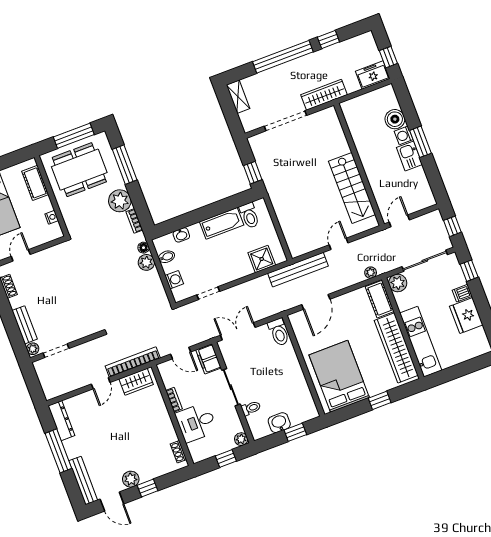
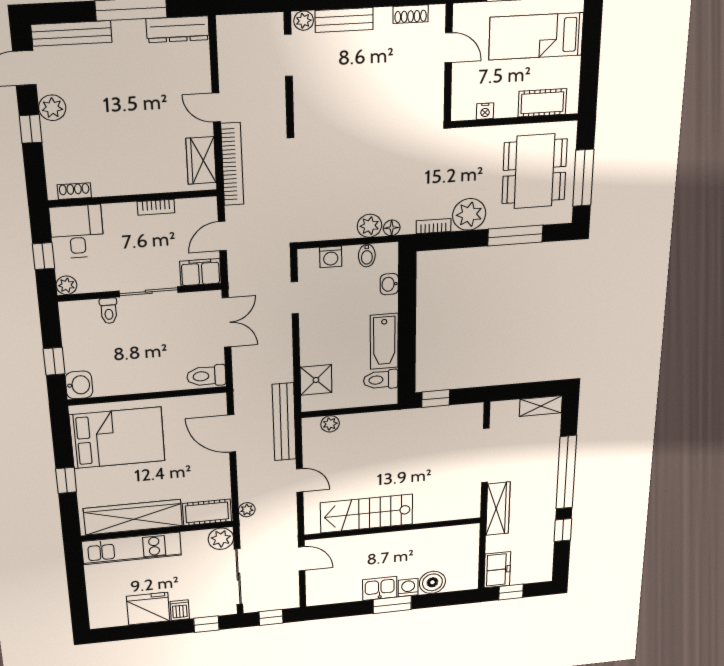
plant: (291, 238) -> (330, 424), added
desk: (196, 422) -> (77, 232), moved
washbasin: (279, 423) -> (79, 385), moved

